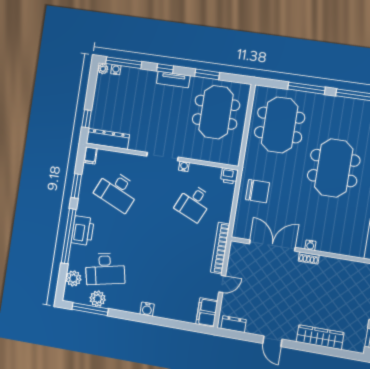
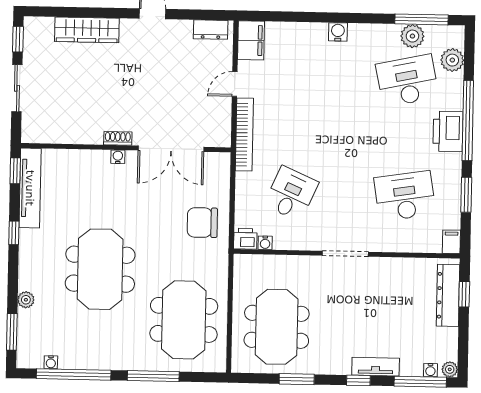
tv unit: (173, 79) -> (376, 367), moved
dresser: (108, 139) -> (448, 295), moved, turned 90
water cooler: (184, 166) -> (265, 243), moved
desk: (117, 191) -> (405, 196), turned -33

